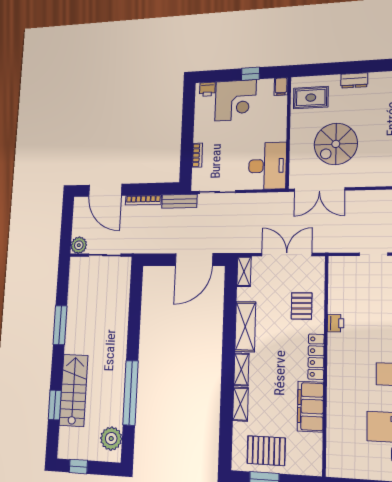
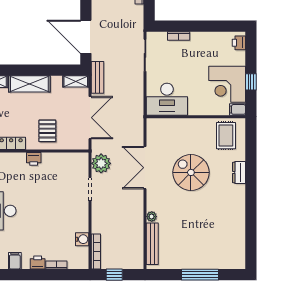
corner desk: (236, 100) -> (227, 84), moved
spiral stairs: (336, 144) -> (191, 172), moved
double door: (319, 190) -> (145, 168), moved
bench: (179, 201) -> (98, 77), moved
plant: (342, 241) -> (101, 163), added
pallet: (302, 306) -> (47, 131), turned 90

